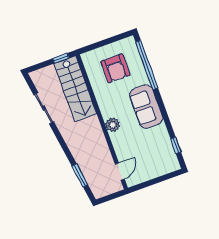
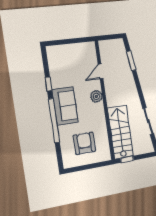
window: (147, 65) -> (54, 121), moved
window: (176, 145) -> (49, 84), moved
door: (120, 172) -> (101, 71), moved

